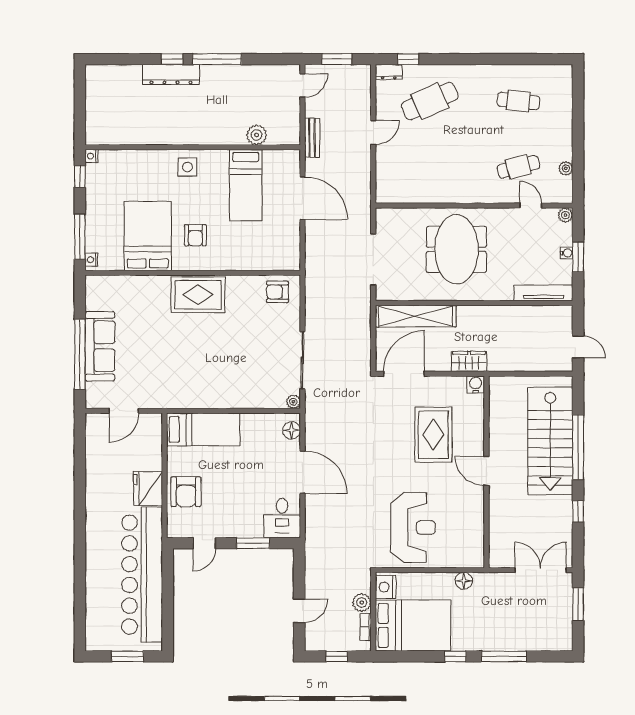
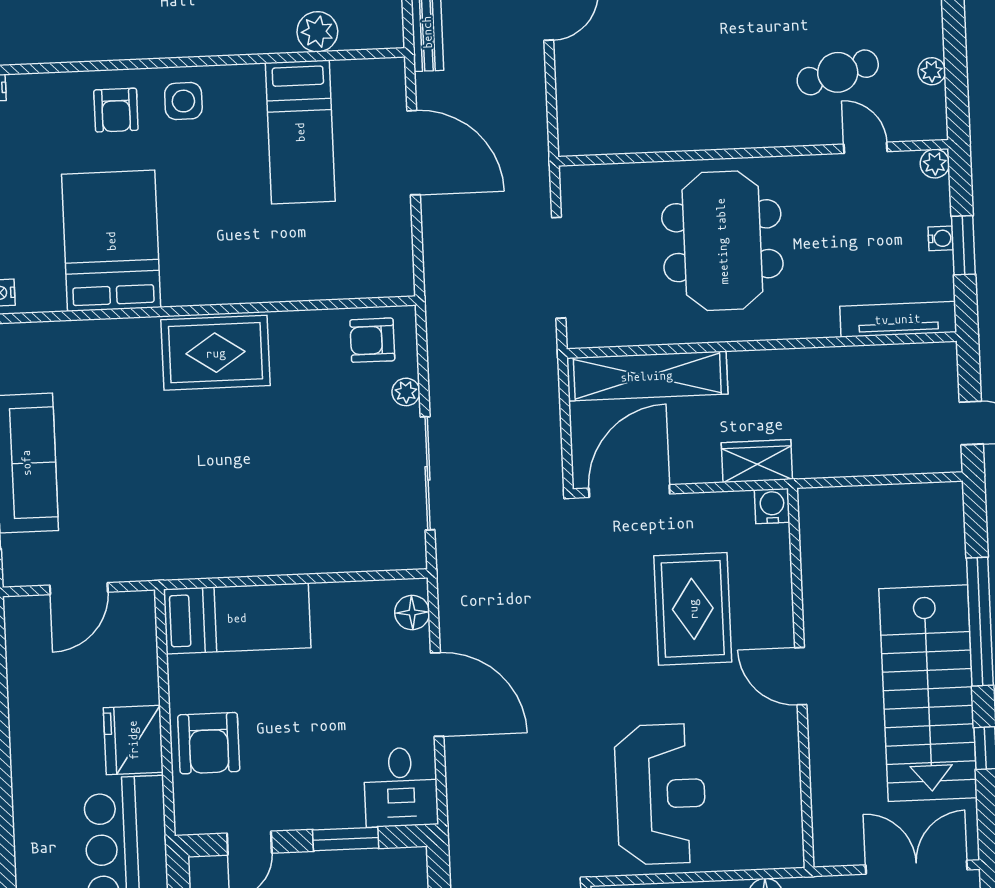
armchair: (195, 235) -> (116, 110), moved
plant: (293, 402) -> (406, 392), moved
stairs: (550, 441) -> (928, 693), moved

